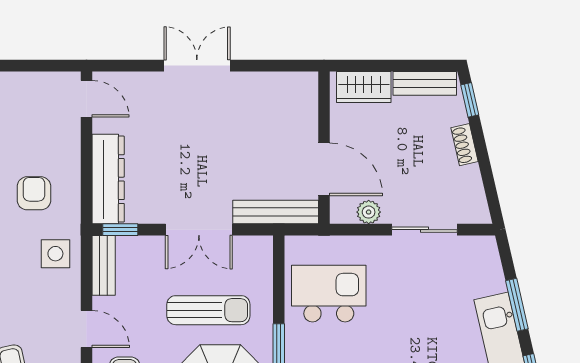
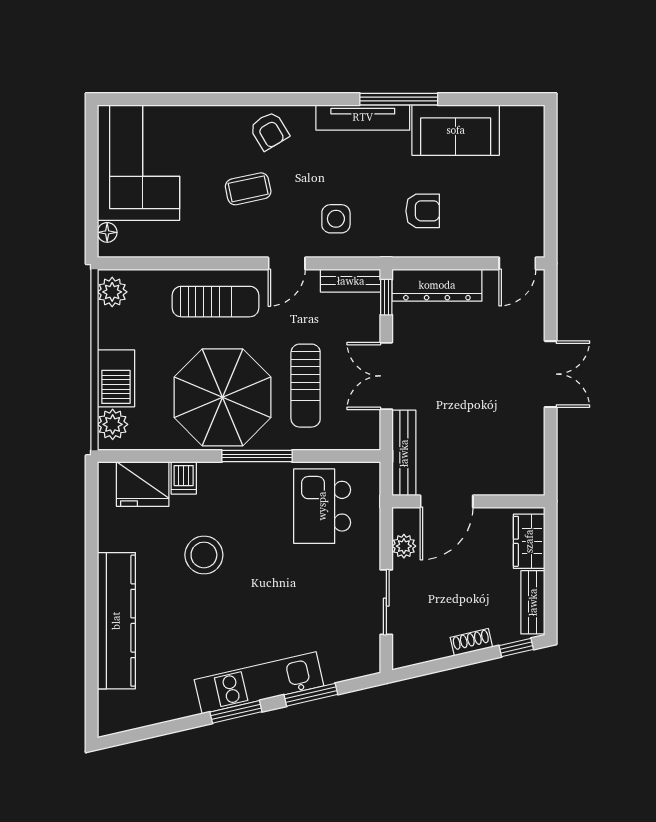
side table: (55, 254) -> (336, 219), moved
kitchen island: (329, 294) -> (322, 506), turned 180

